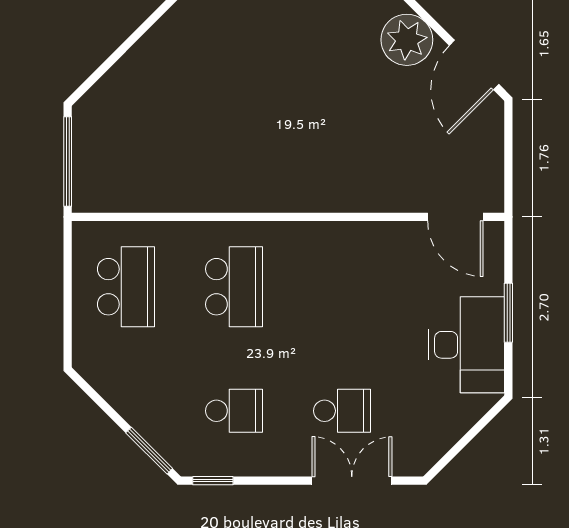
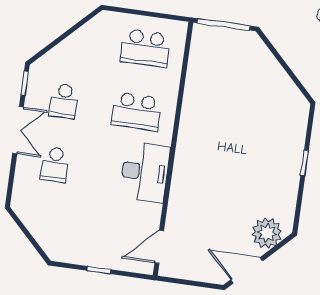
window: (508, 313) -> (99, 270), width x0.67
desk: (467, 345) -> (145, 172), moved, turned -90
window: (149, 451) -> (48, 48), removed
double door: (352, 481) -> (18, 130), moved

